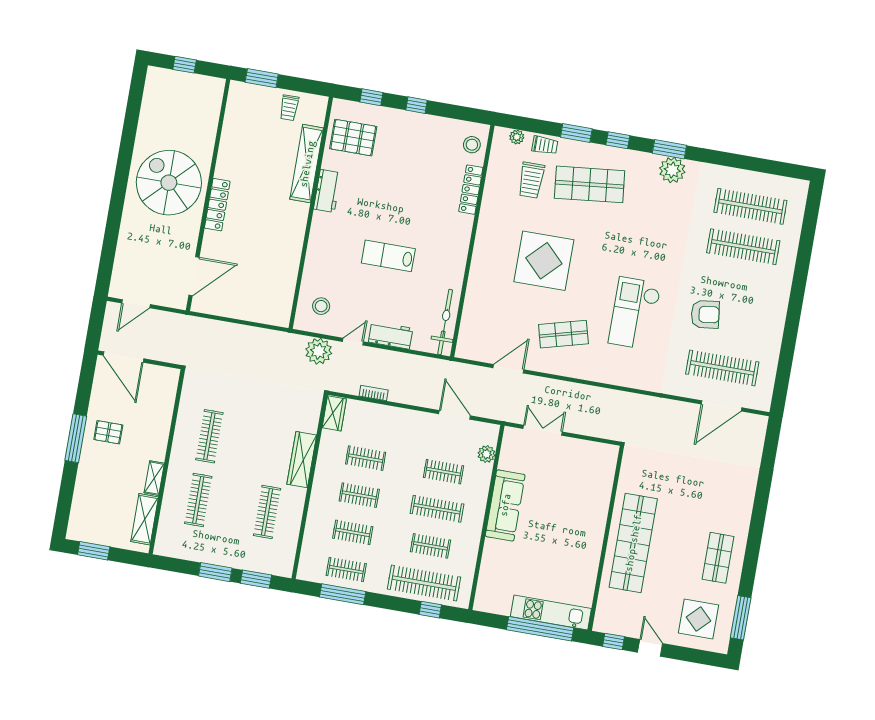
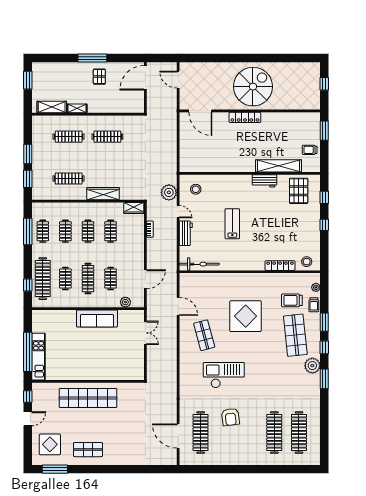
plant: (672, 170) -> (312, 366), moved

